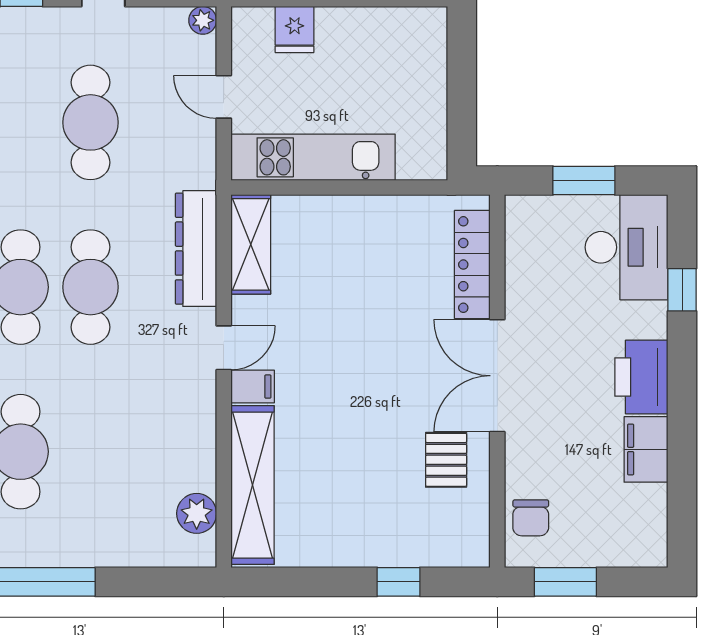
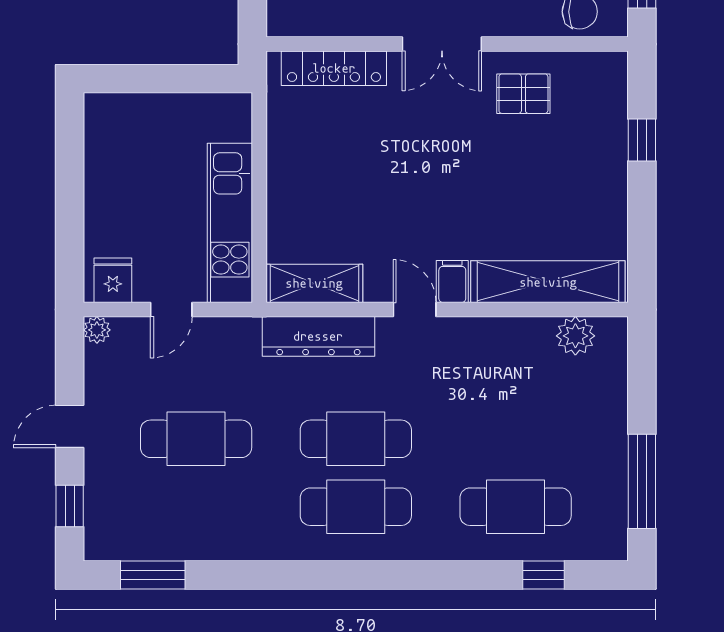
fridge: (295, 29) -> (113, 280), moved, turned -90
double door: (497, 376) -> (442, 44), width x0.73

